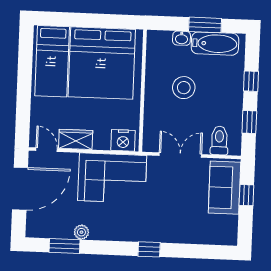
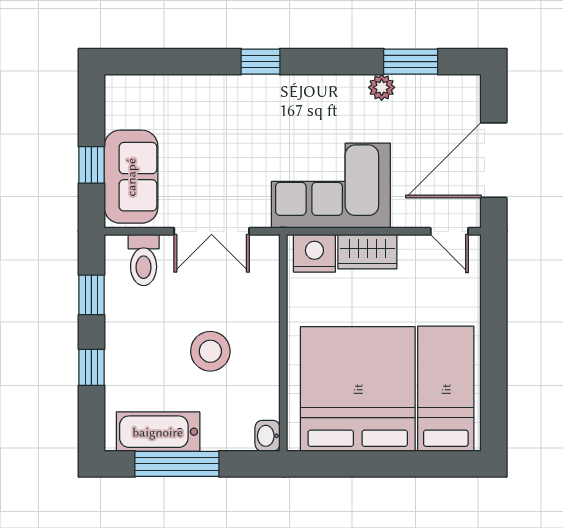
window: (205, 25) -> (177, 464), width x1.44
washbasin: (182, 38) -> (267, 436), moved, turned -90
wardrobe: (76, 139) -> (367, 252), moved

